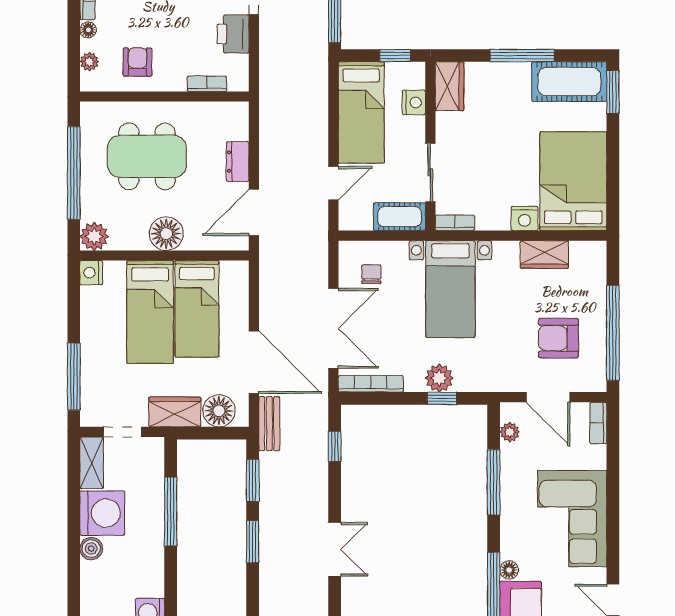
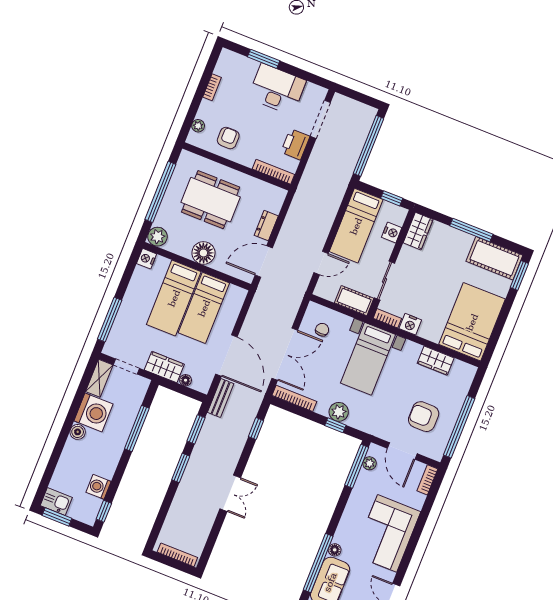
floor lamp: (88, 30) -> (205, 106), removed
bookcase: (207, 84) -> (273, 172), width x1.56
nightstand: (525, 218) -> (410, 324), moved
floor lamp: (219, 411) -> (186, 380), width x0.53, depth x0.53
window: (494, 482) -> (357, 466), moved

